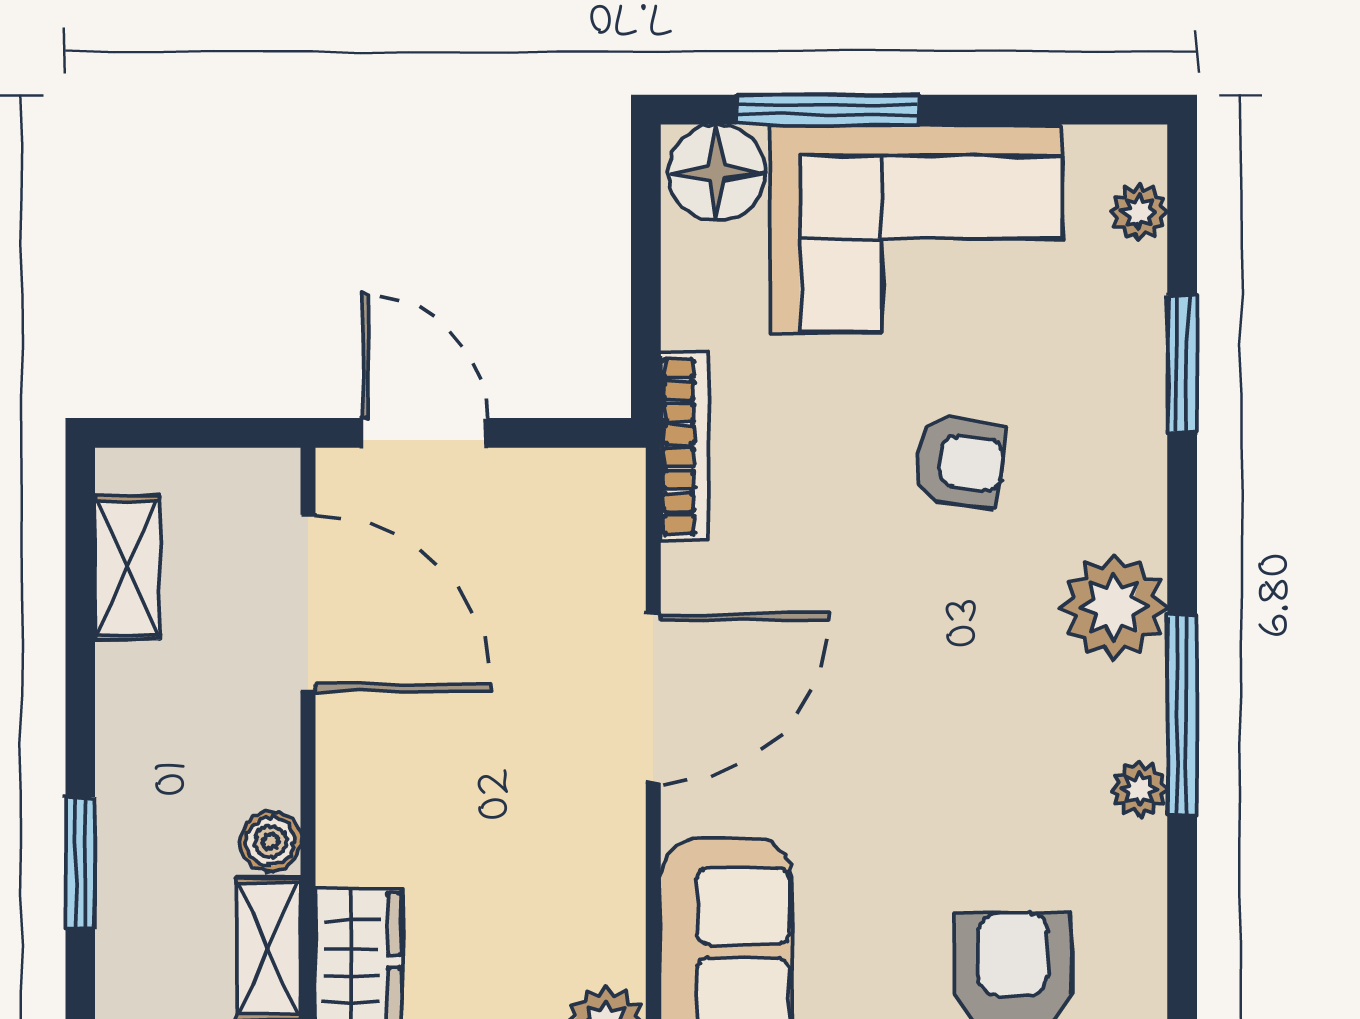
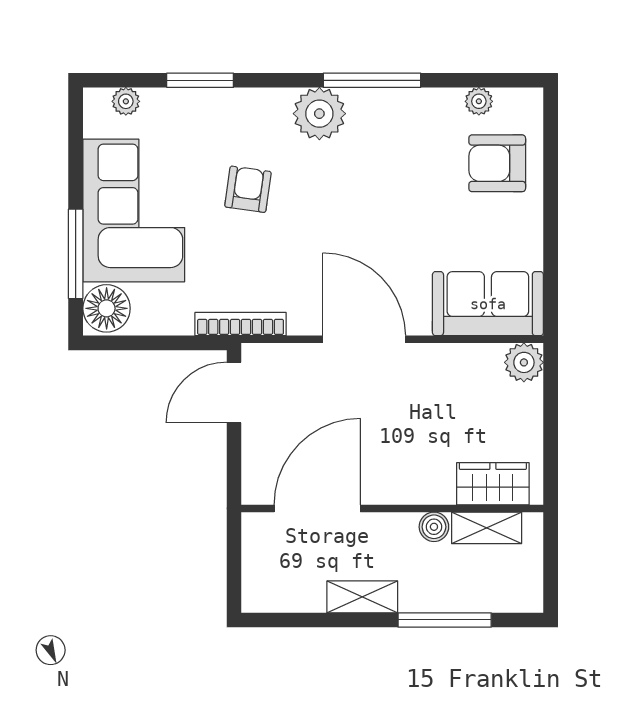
door: (424, 433) -> (234, 392), moved
shelving: (128, 567) -> (362, 597), moved
plant: (1139, 789) -> (479, 101), moved
window: (80, 863) -> (445, 620), width x1.44

